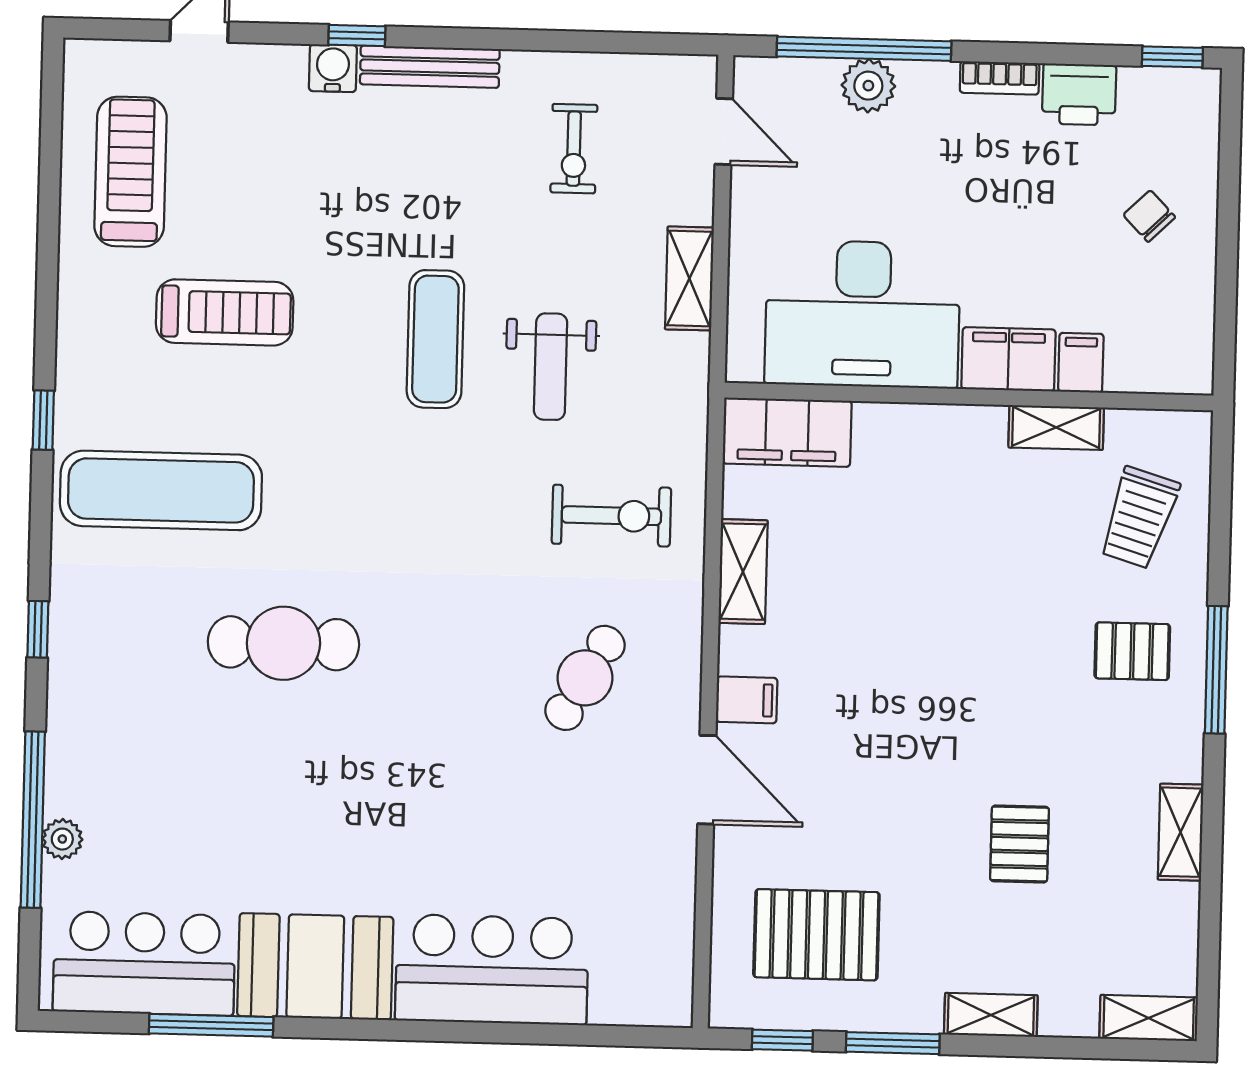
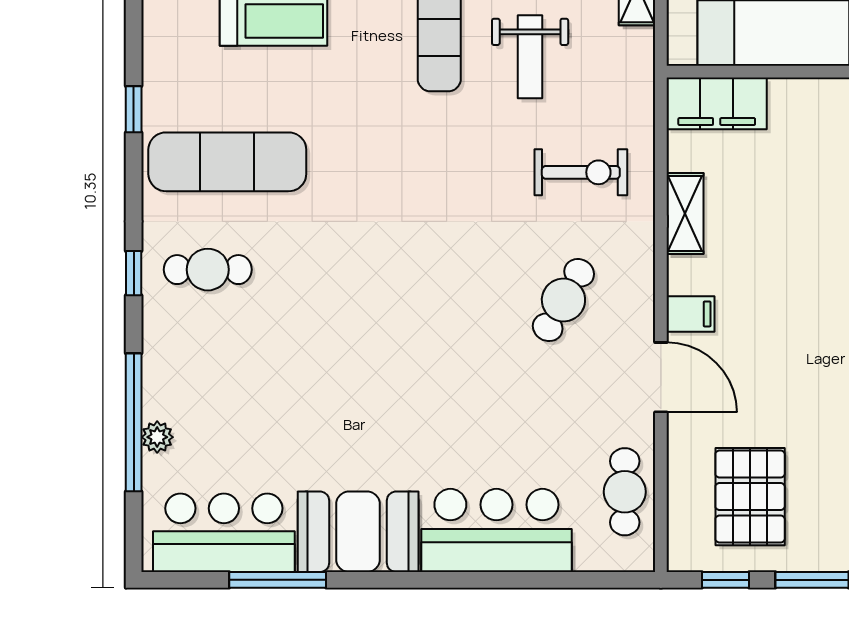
cafe table: (283, 643) -> (208, 270), moved, width x0.73, depth x0.74
cafe table: (657, 924) -> (625, 492), added
pallet: (816, 935) -> (750, 497), turned 90

